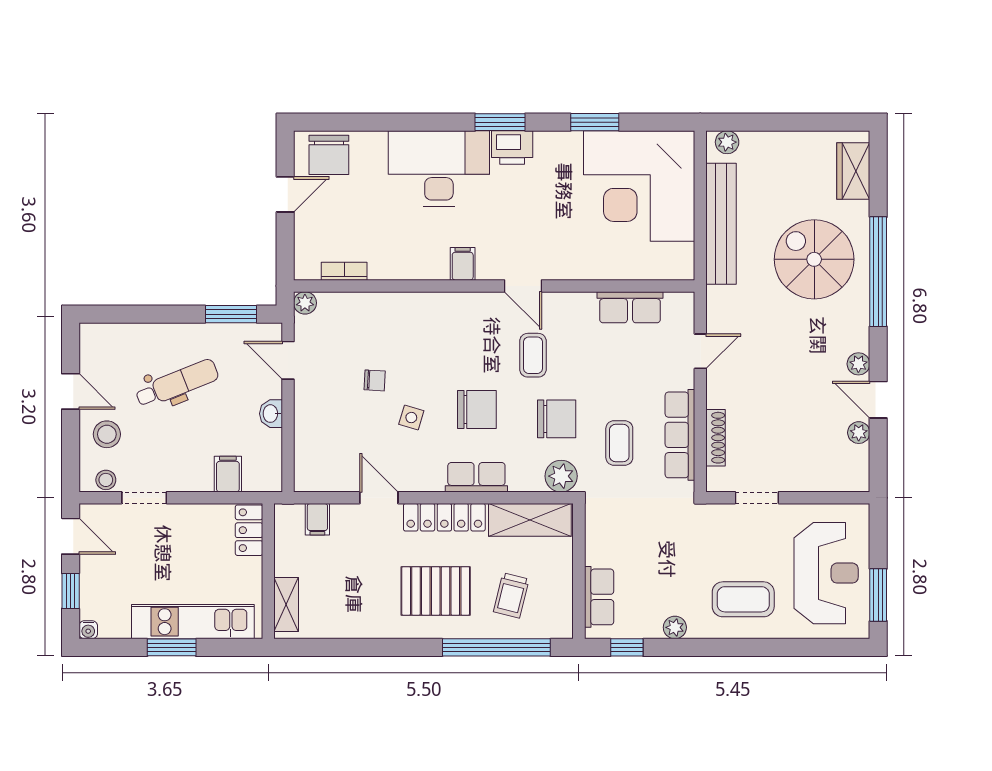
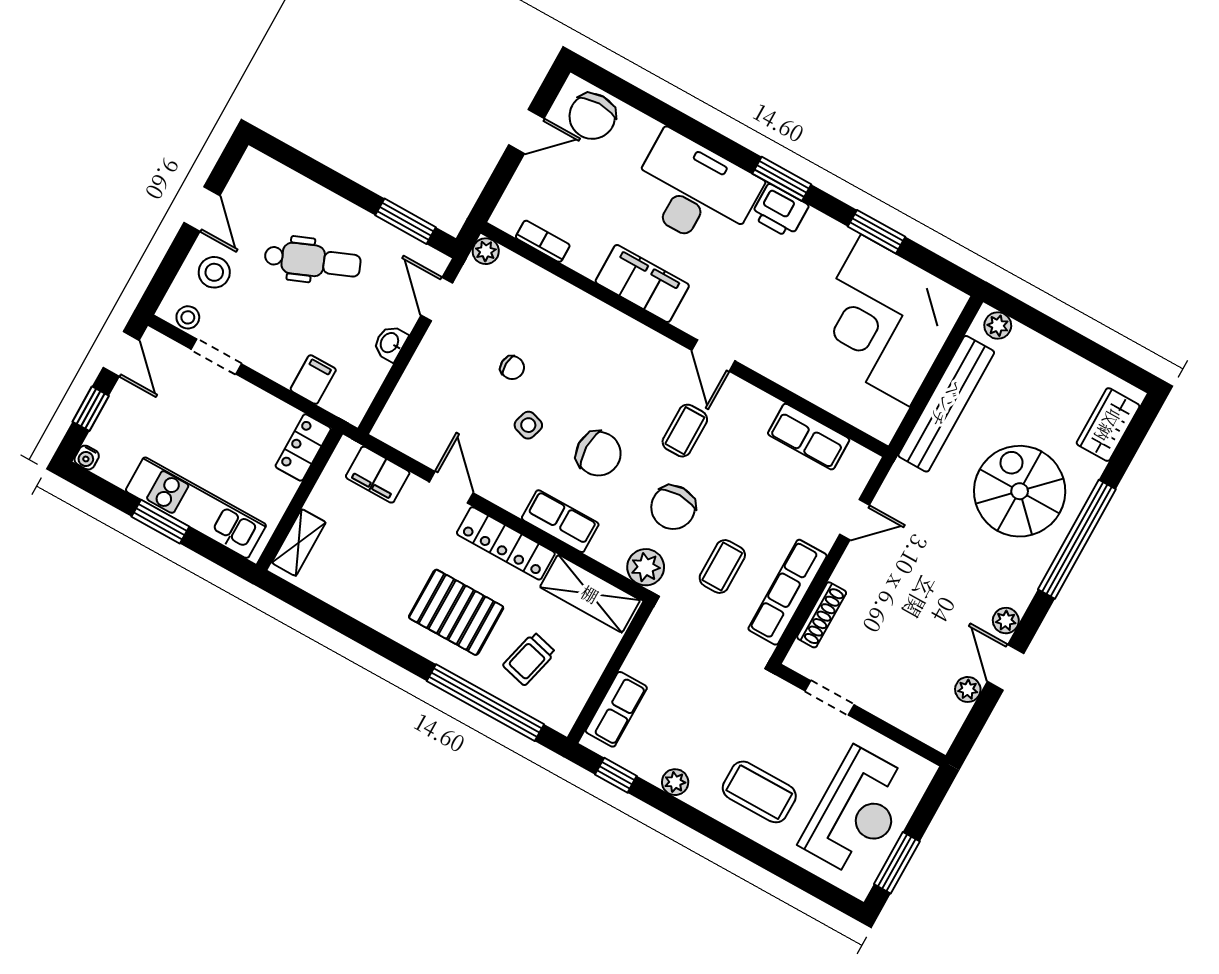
filing cabinet: (463, 264) -> (642, 284), width x3.00, depth x1.17
chair: (557, 419) -> (673, 507), turned 90
filing cabinet: (317, 519) -> (378, 475), width x2.00

